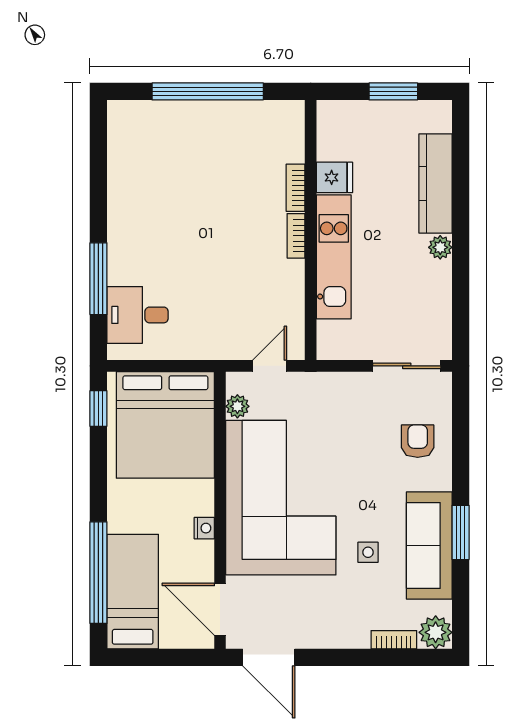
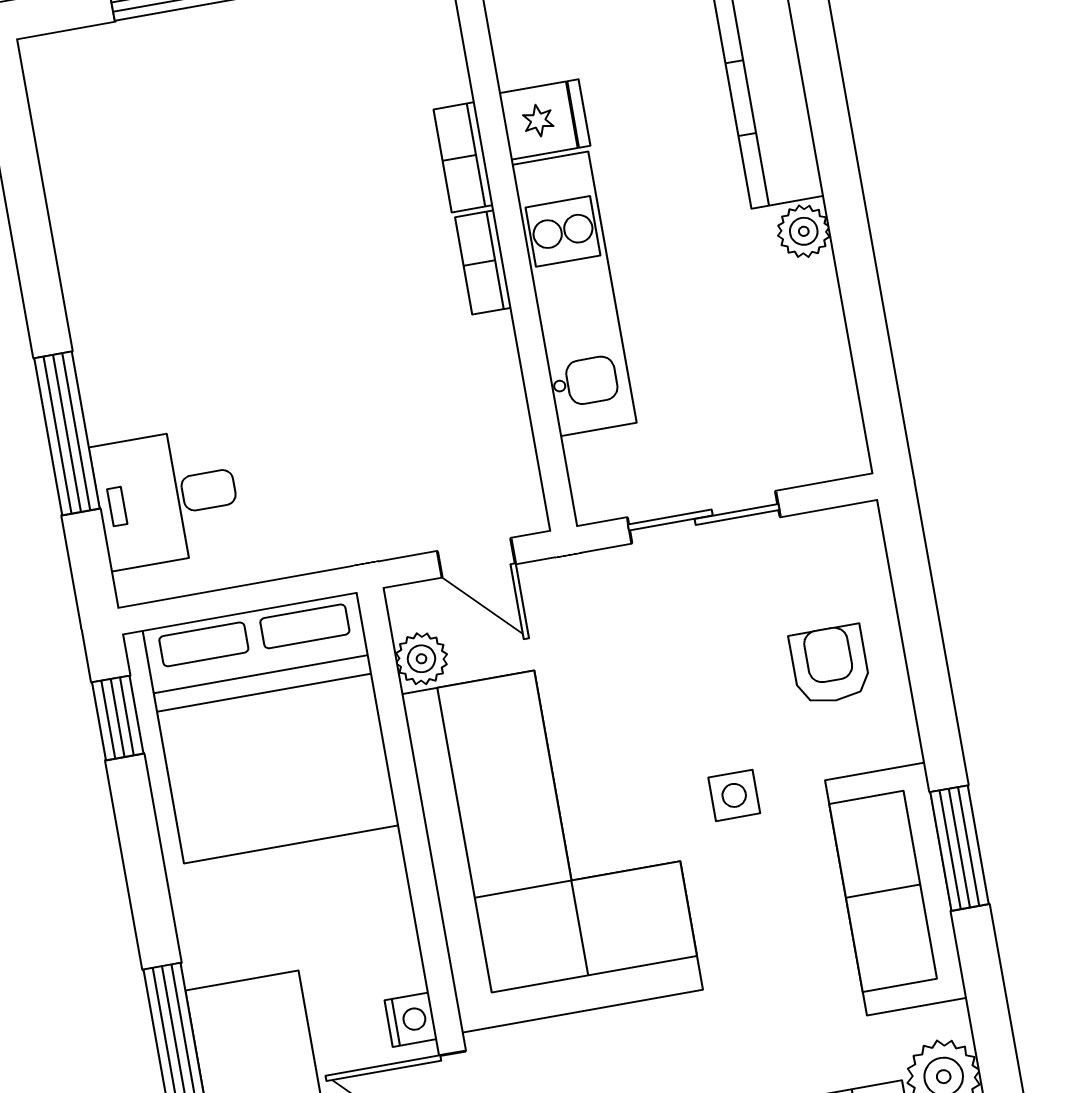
door: (270, 366) -> (476, 558), swing flipped
sliding door: (407, 366) -> (704, 517), moved
nightstand: (204, 528) -> (411, 1020), moved
side table: (368, 552) -> (734, 795), moved

